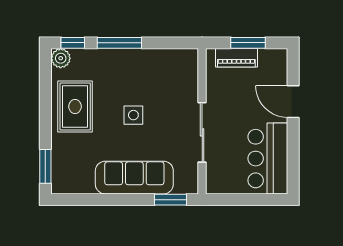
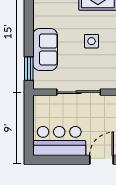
sofa: (134, 178) -> (45, 49), width x0.73

